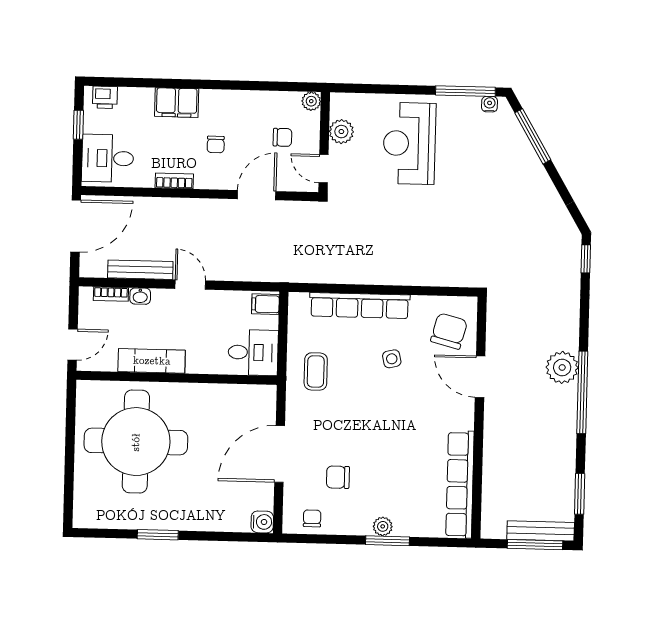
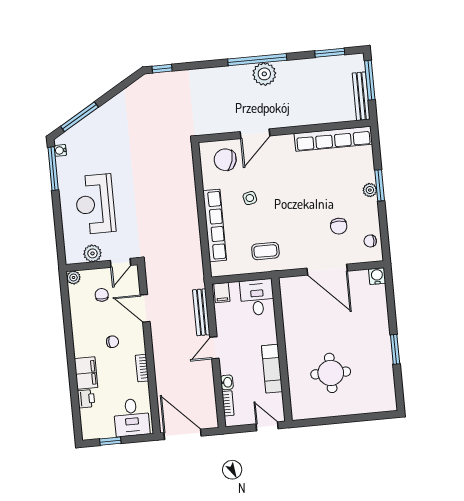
printer: (105, 97) -> (86, 399), moved
reception desk: (409, 143) -> (95, 204), turned 90
bench: (140, 270) -> (201, 312), moved
plant: (562, 367) -> (264, 74), moved
round table: (136, 442) -> (331, 373), width x0.54, depth x0.54
bench: (541, 531) -> (361, 96), moved

